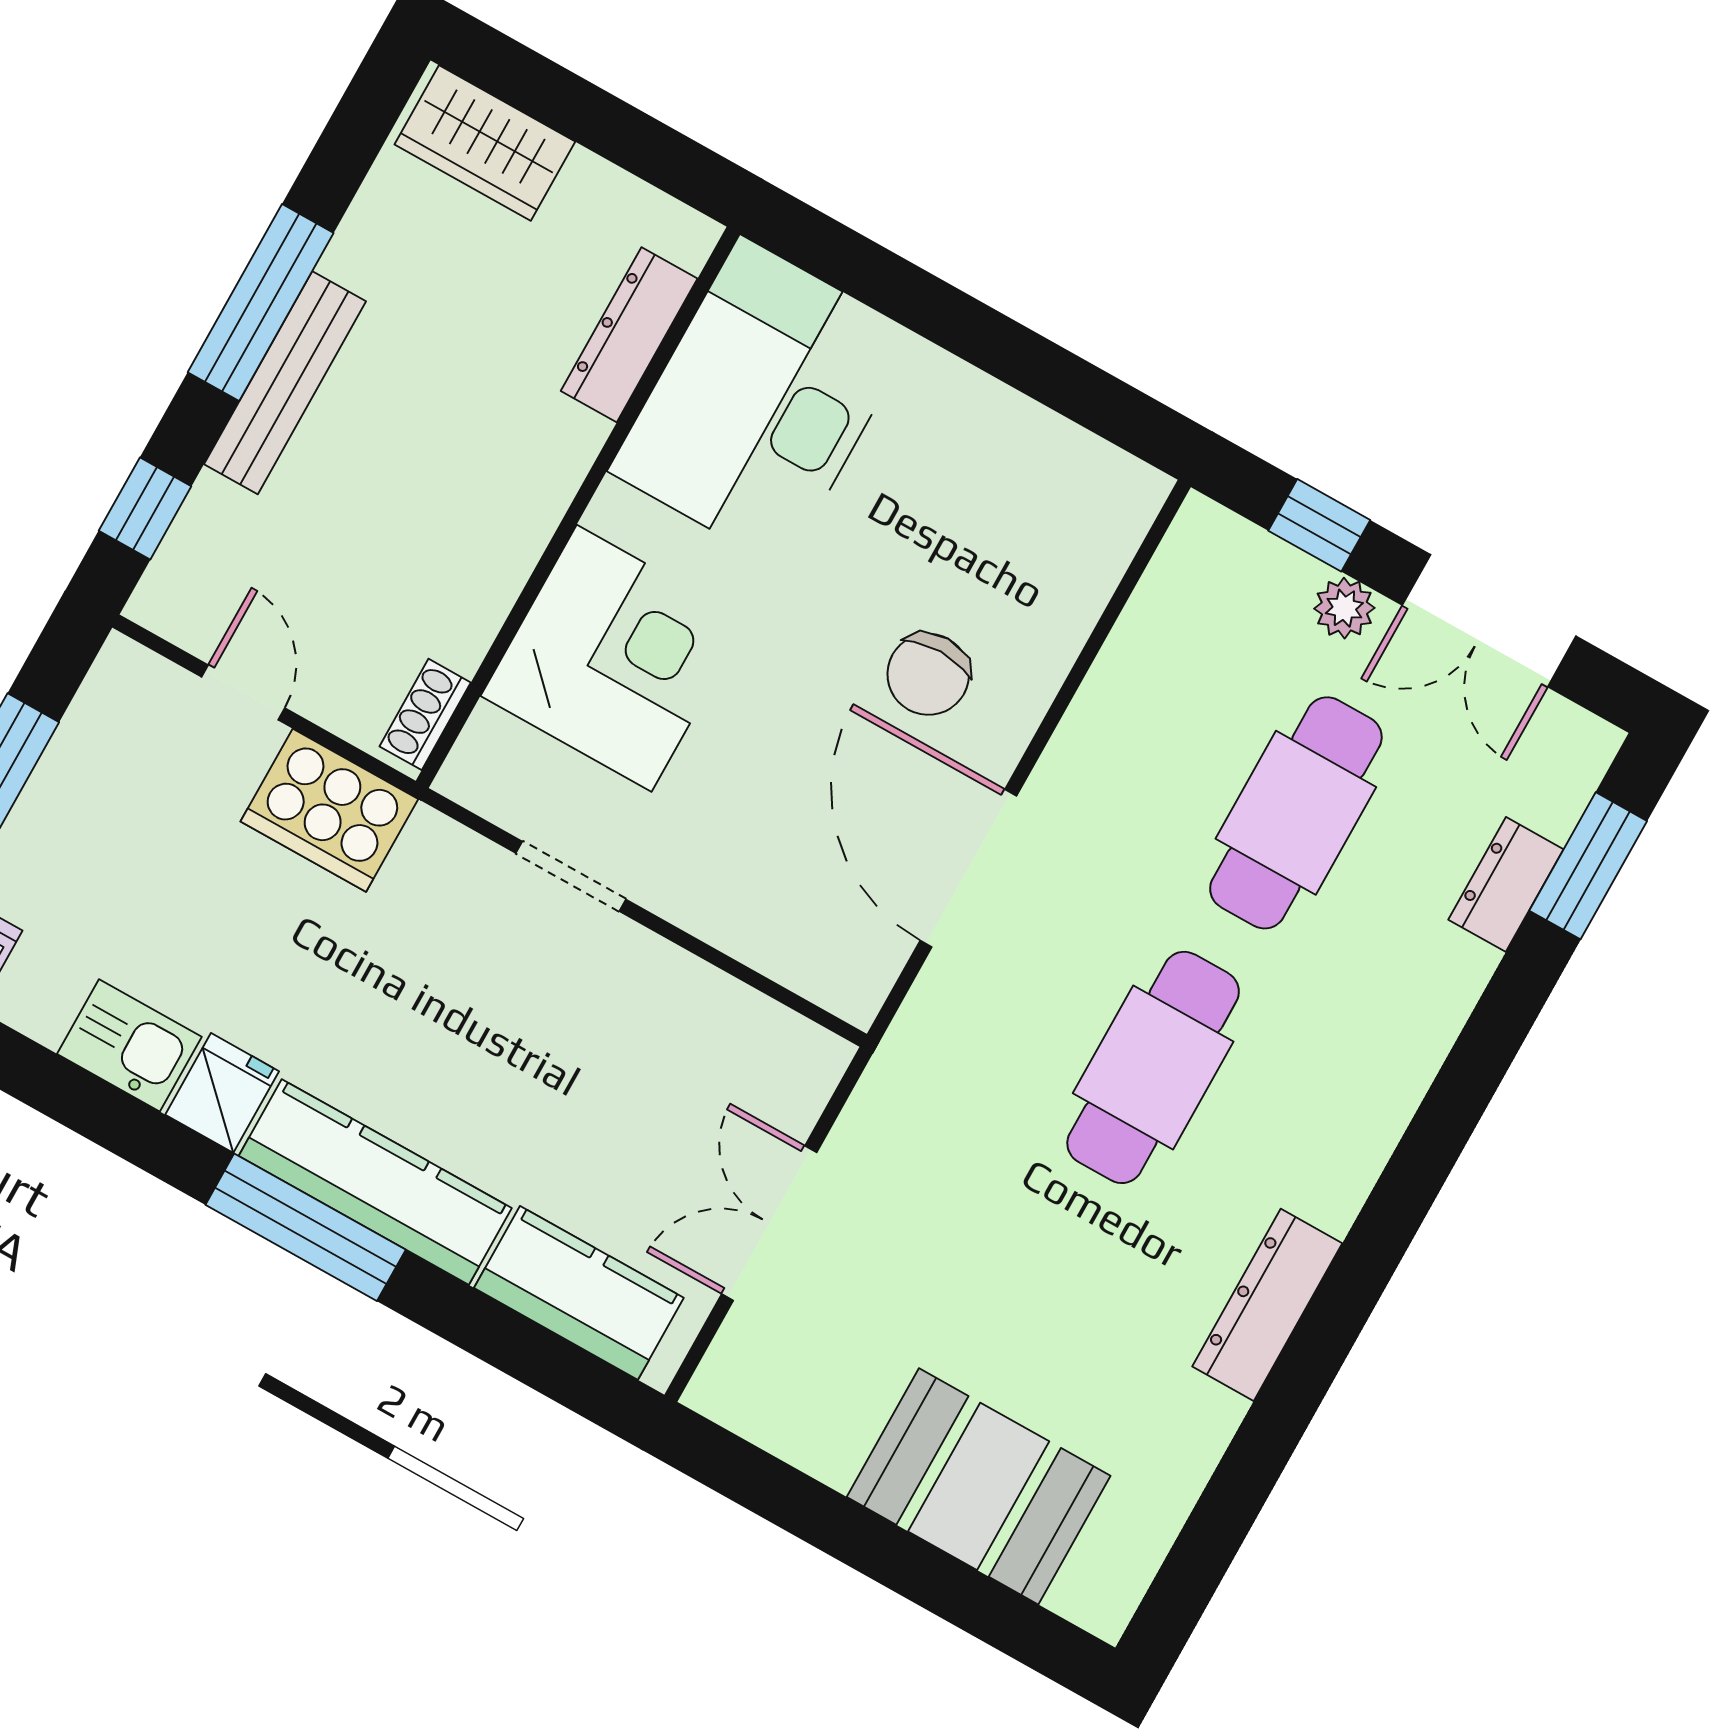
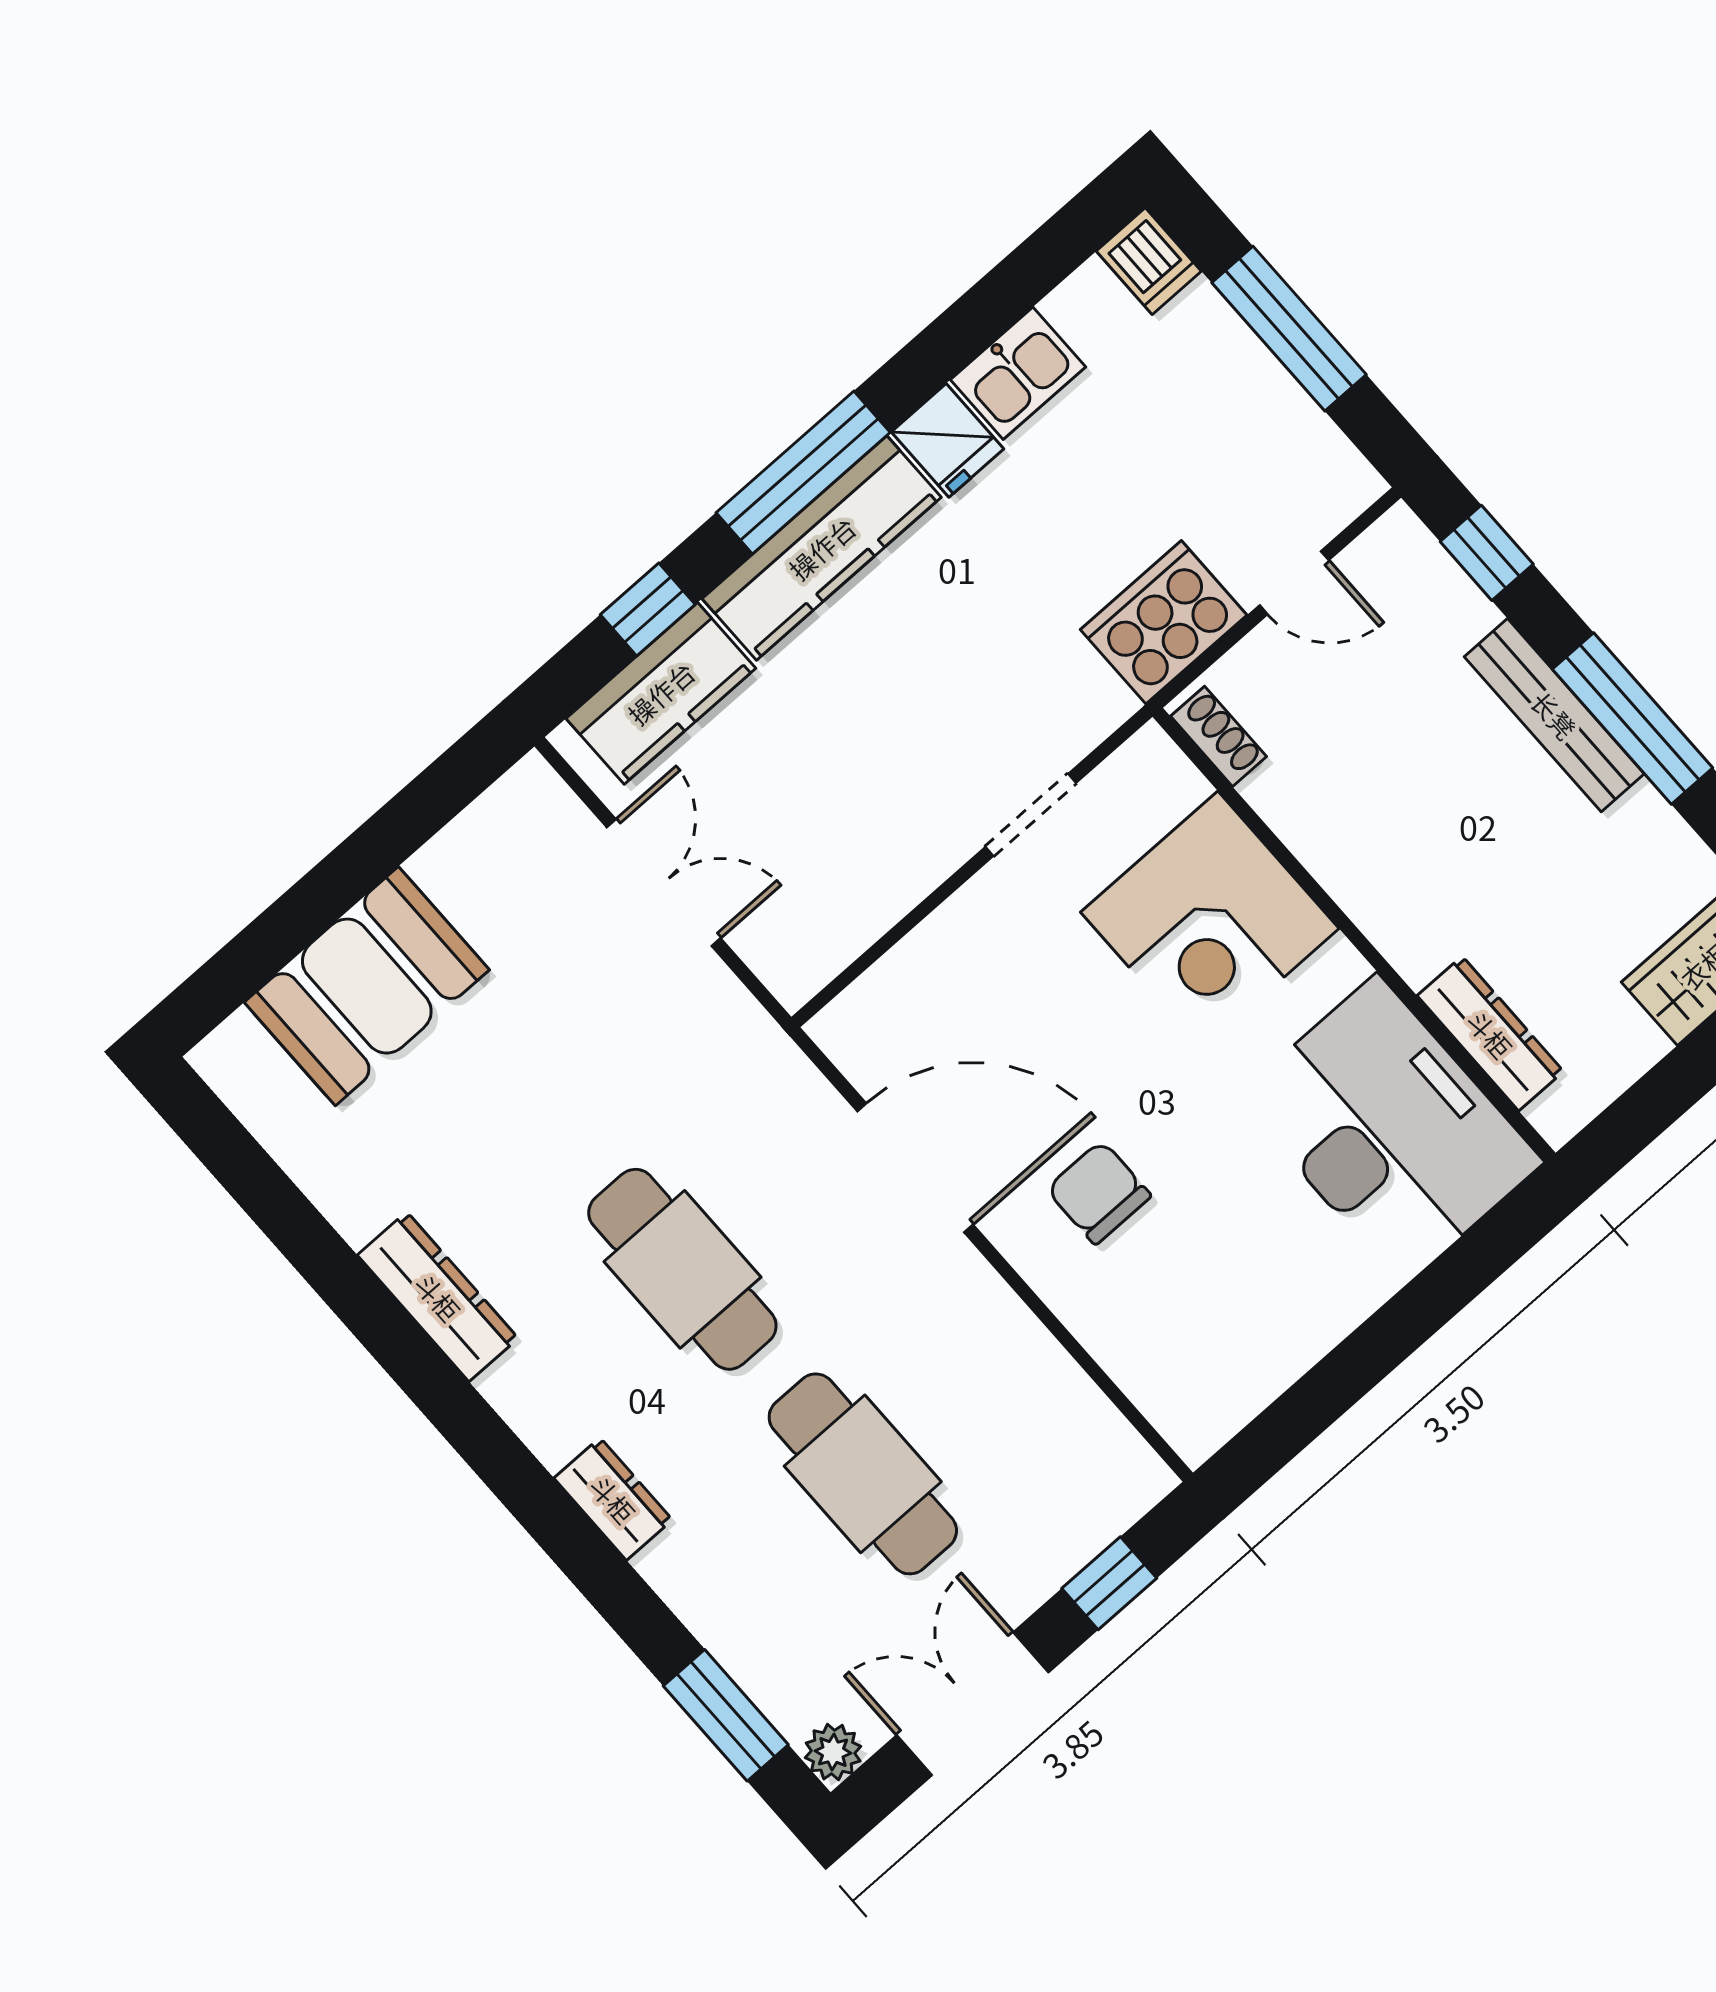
plant: (1344, 608) -> (833, 1752), moved
dresser: (1506, 884) -> (613, 1499), moved
window: (499, 1336) -> (648, 610), added

